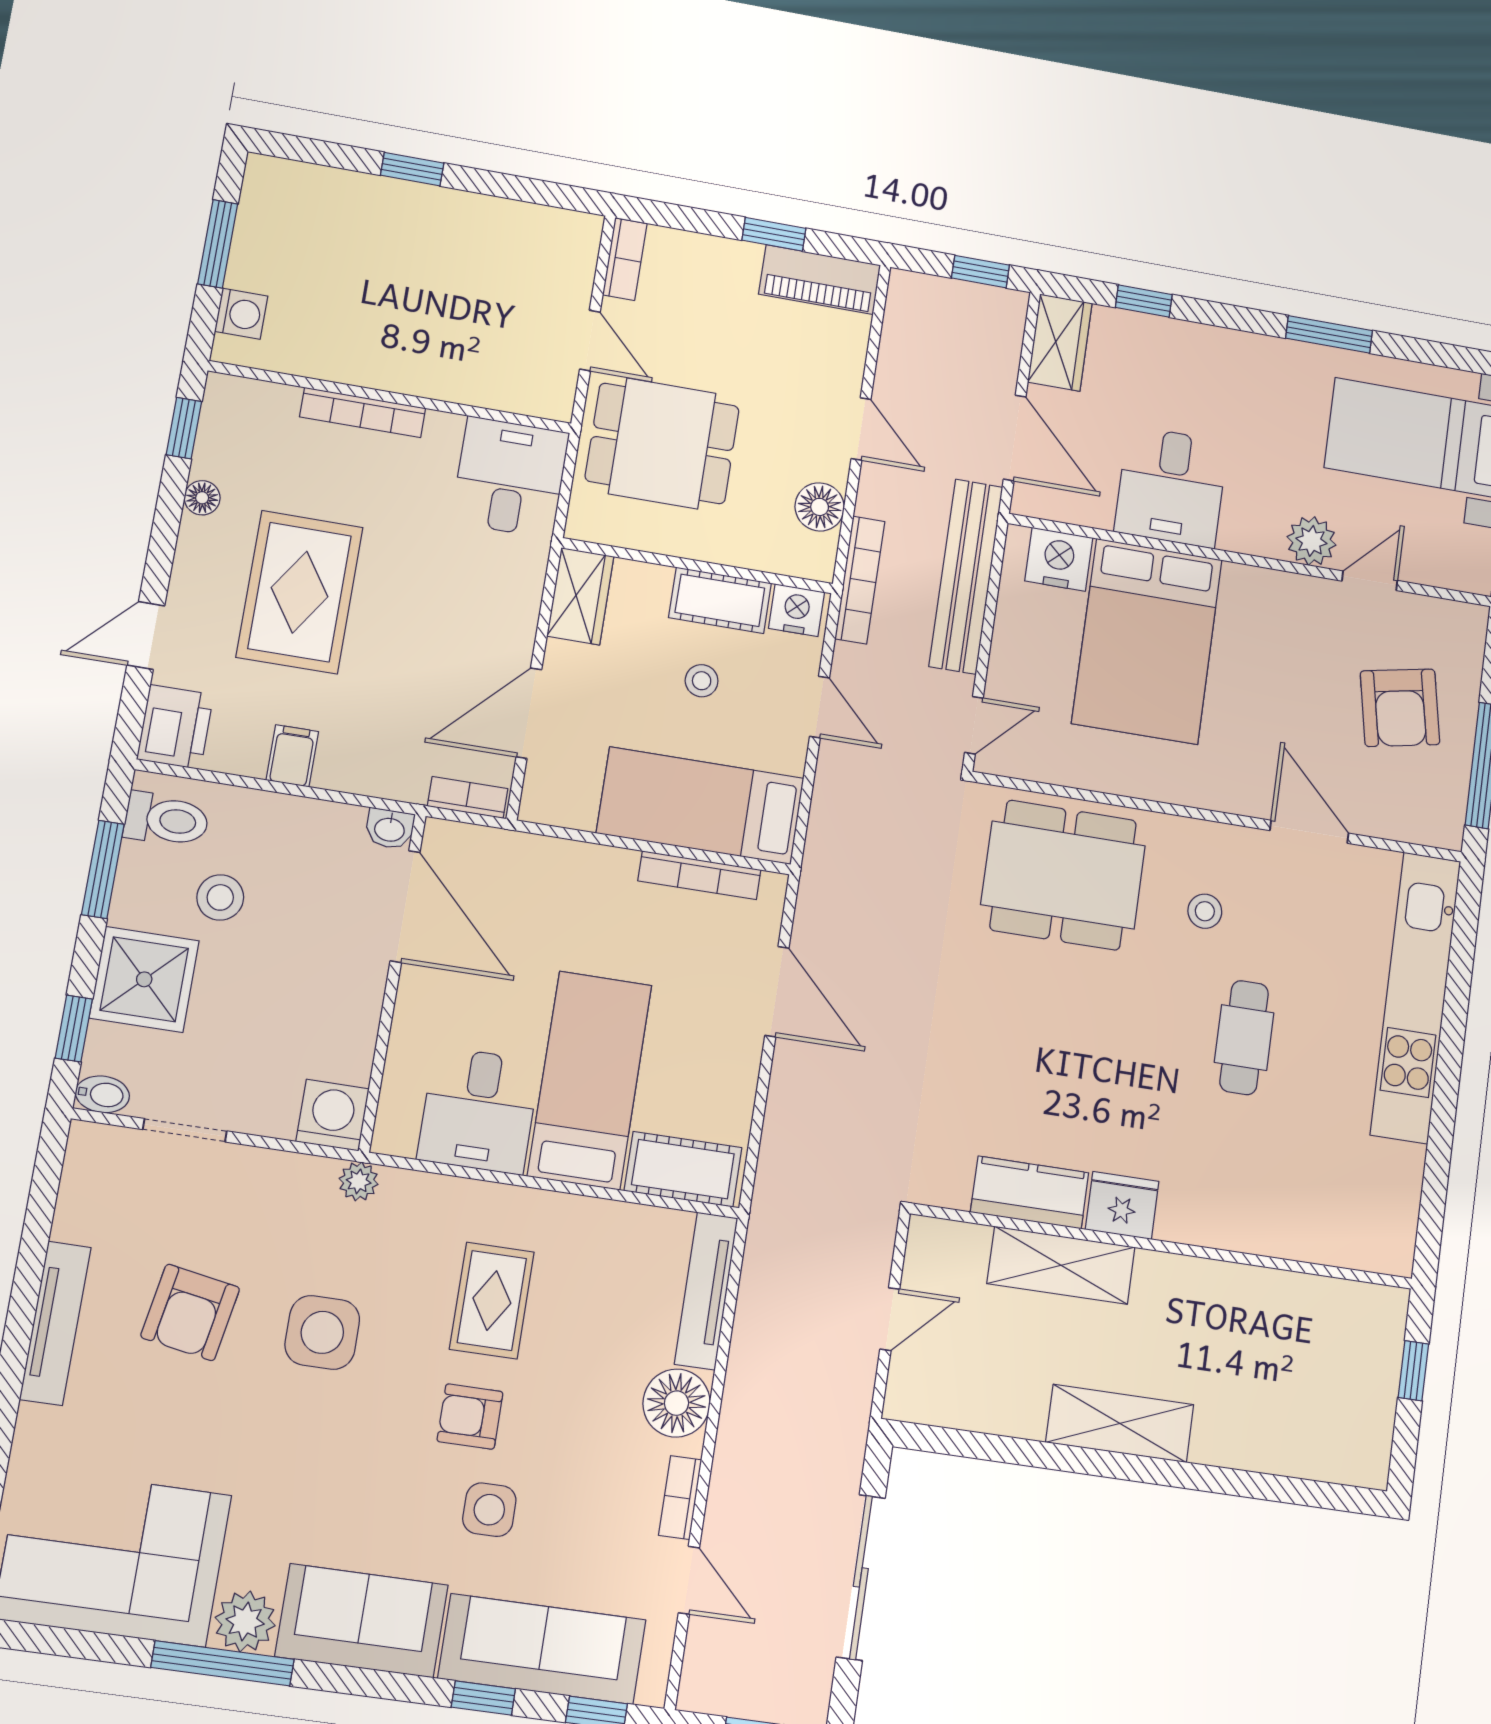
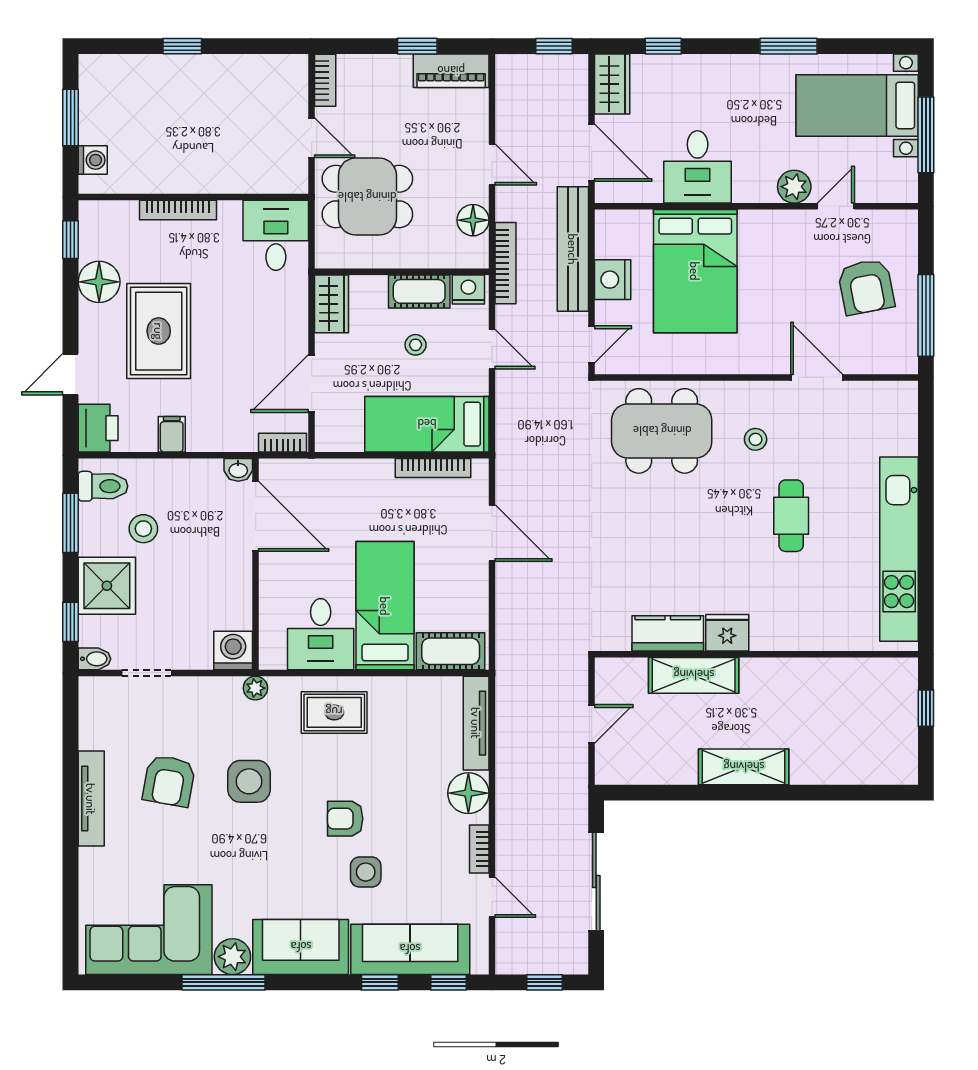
floor lamp: (202, 498) -> (99, 282), width x1.89, depth x1.89
nightstand: (1059, 559) -> (613, 280), moved, turned -90
kitchen unit: (1416, 997) -> (899, 549), moved
rug: (492, 1301) -> (334, 712), moved, turned 90

